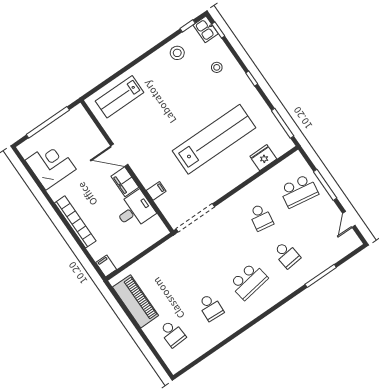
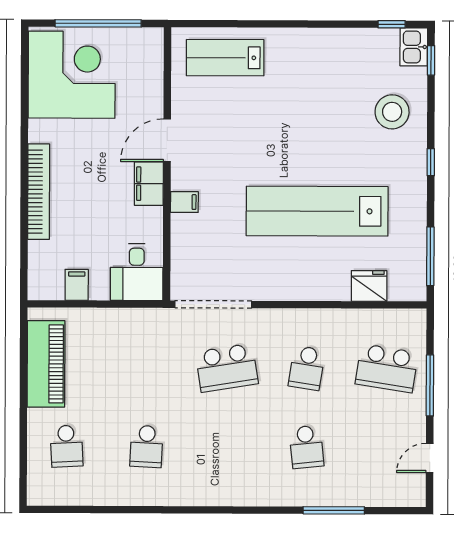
stool: (177, 53) -> (350, 52), removed
stool: (217, 67) -> (392, 112), width x1.89, depth x1.89
lab bench: (214, 139) -> (317, 211), turned 180
door: (119, 155) -> (167, 140), hinge flipped
corner desk: (51, 165) -> (72, 75), width x1.36, depth x1.36
filing cabinet: (156, 191) -> (184, 202), moved
desk: (135, 210) -> (137, 272), moved, turned 90
filing cabinet: (106, 266) -> (77, 285), moved
school desk: (249, 281) -> (227, 368), moved

